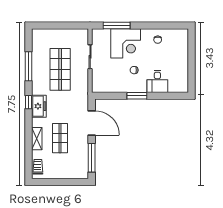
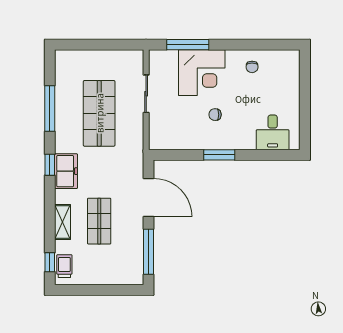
desk: (157, 81) -> (273, 132), moved
window: (29, 164) -> (50, 262), added

